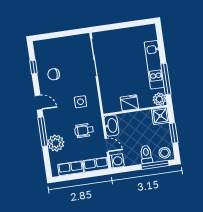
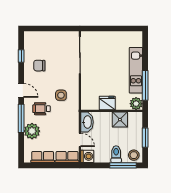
shower: (160, 116) -> (120, 120), moved
wheelchair: (84, 130) -> (41, 109), moved

